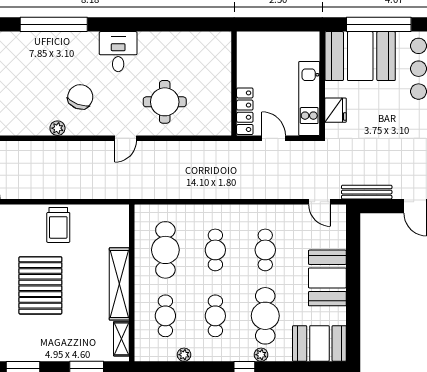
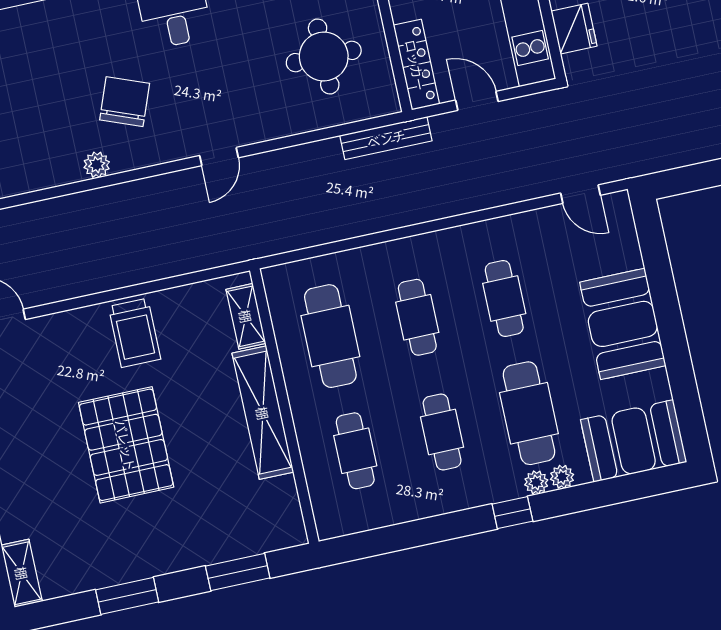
round table: (165, 102) -> (324, 56), moved
bench: (367, 192) -> (386, 138), moved
shelving: (121, 339) -> (246, 316), moved
plant: (184, 355) -> (562, 477), moved

